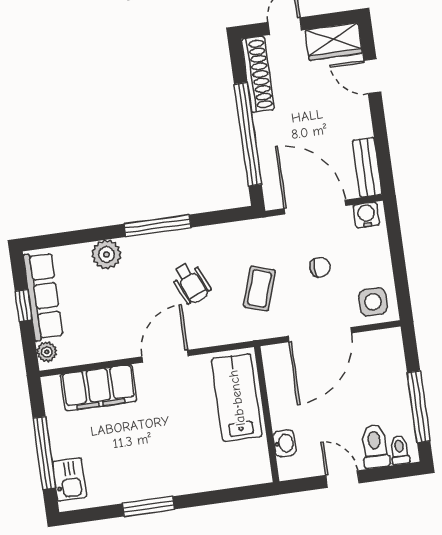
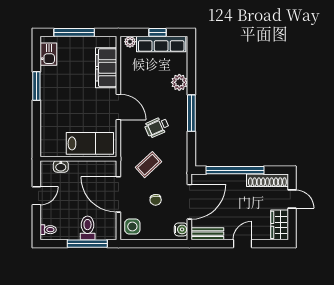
door: (372, 76) -> (242, 244), moved
coffee table: (259, 289) -> (148, 165), turned -61
window: (419, 407) -> (87, 244), moved
toilet: (375, 446) -> (88, 228), moved, turned -90
kitchen sink: (69, 479) -> (48, 54), moved, turned -90

